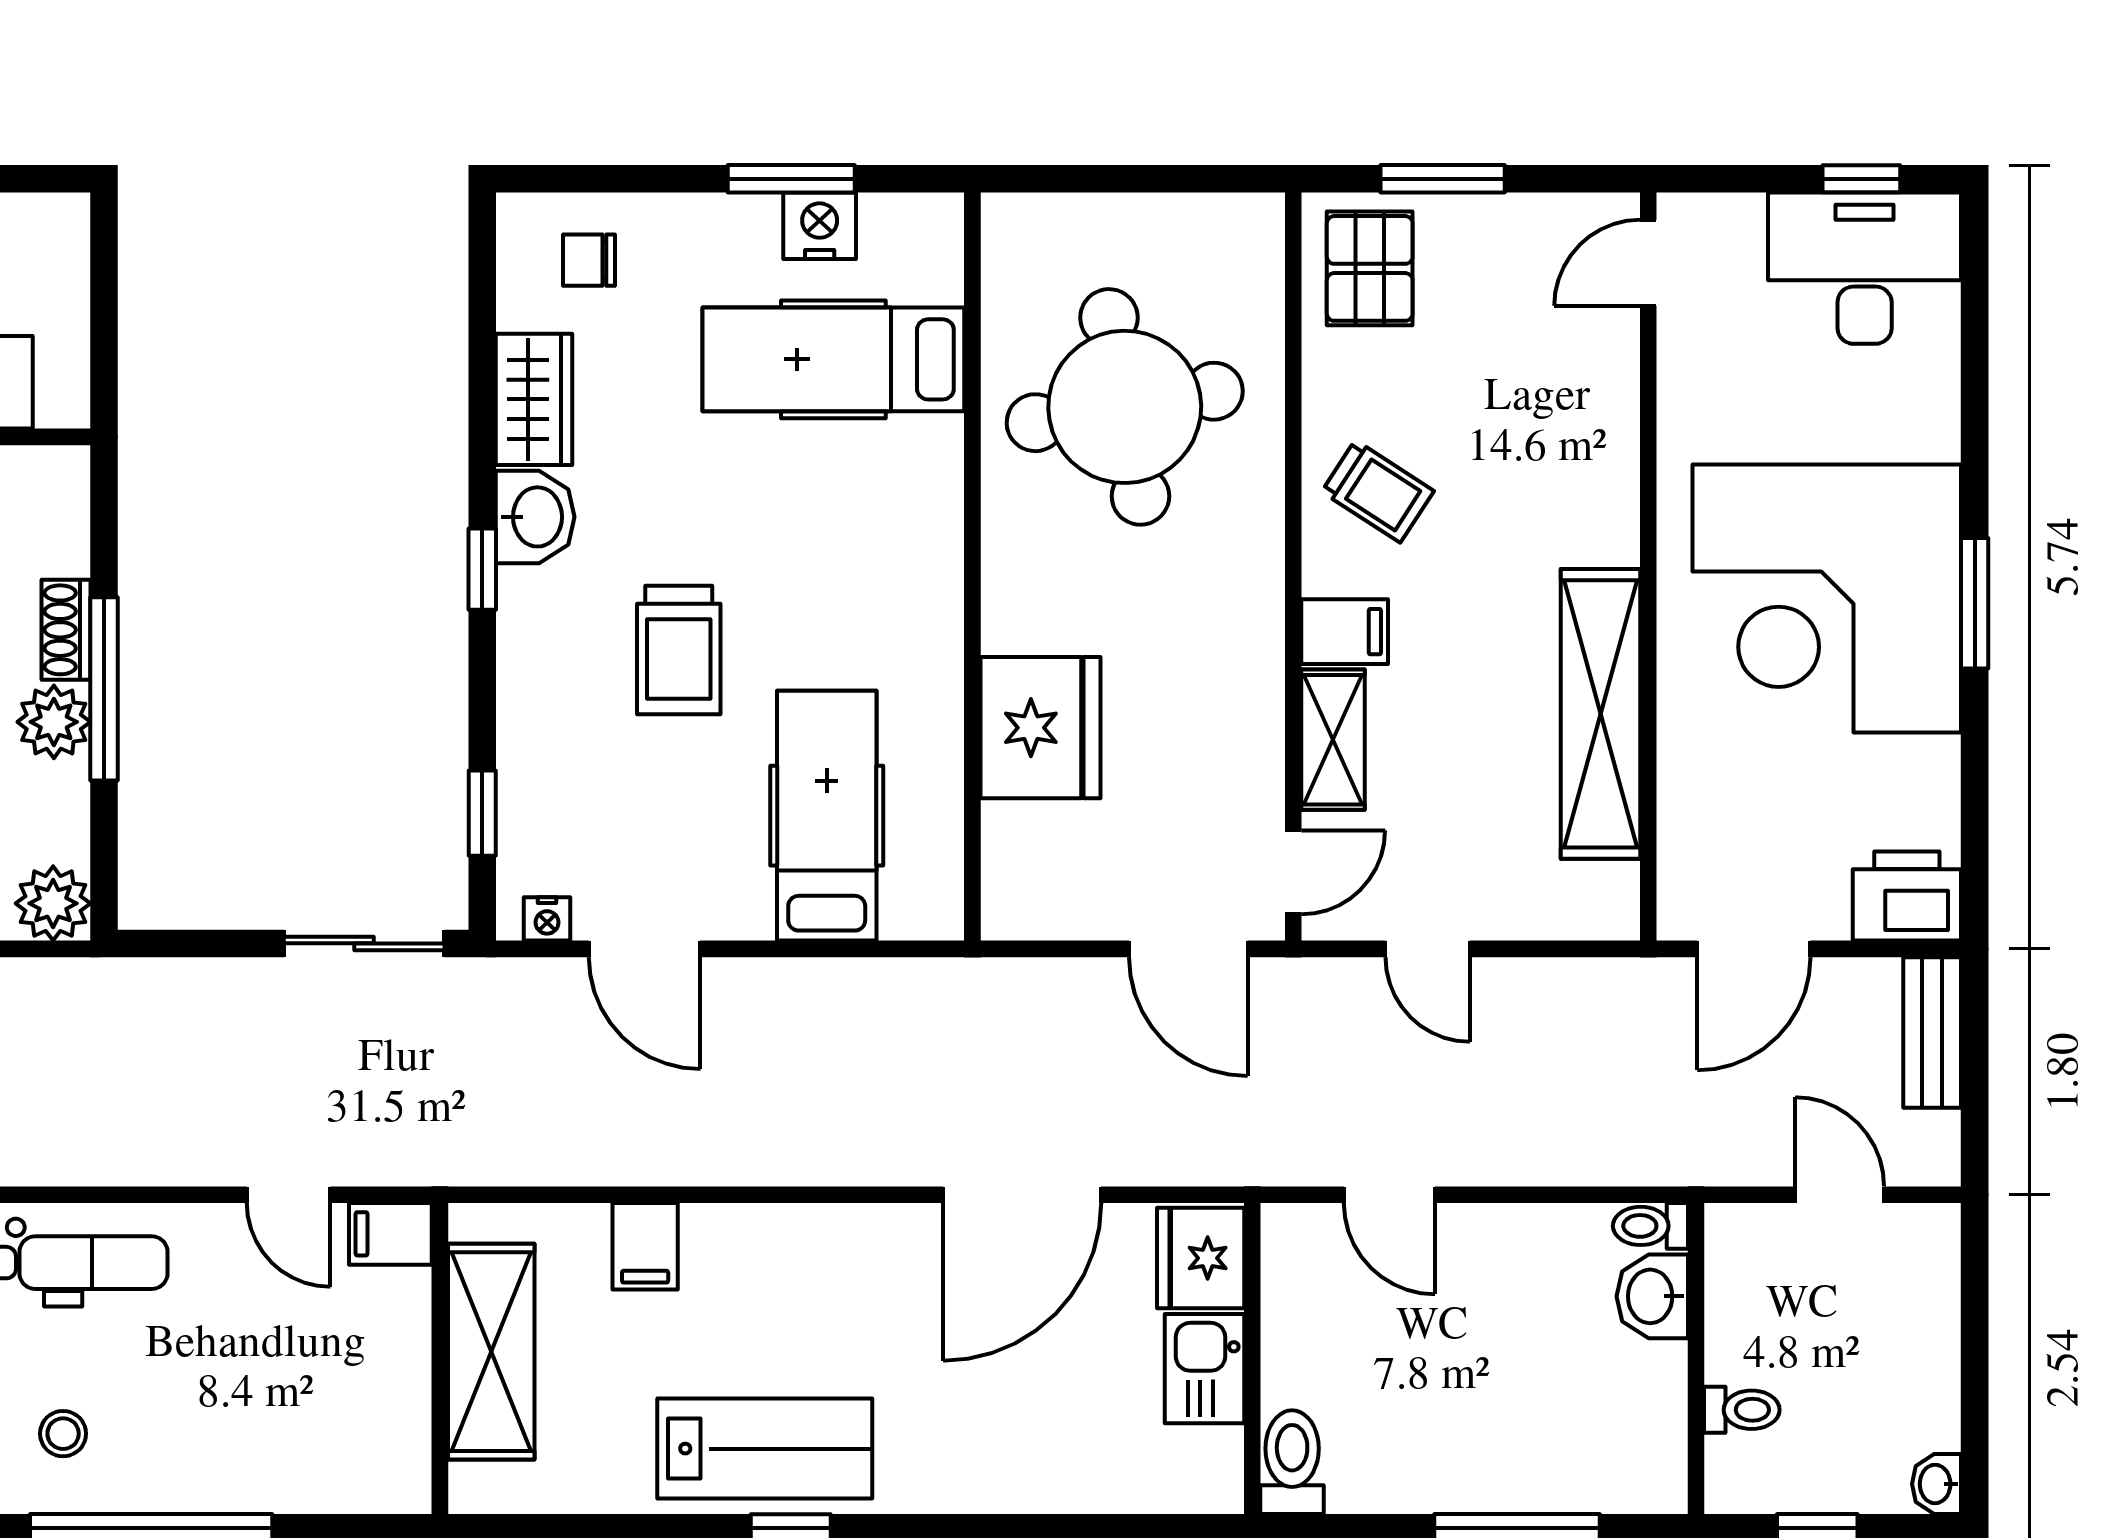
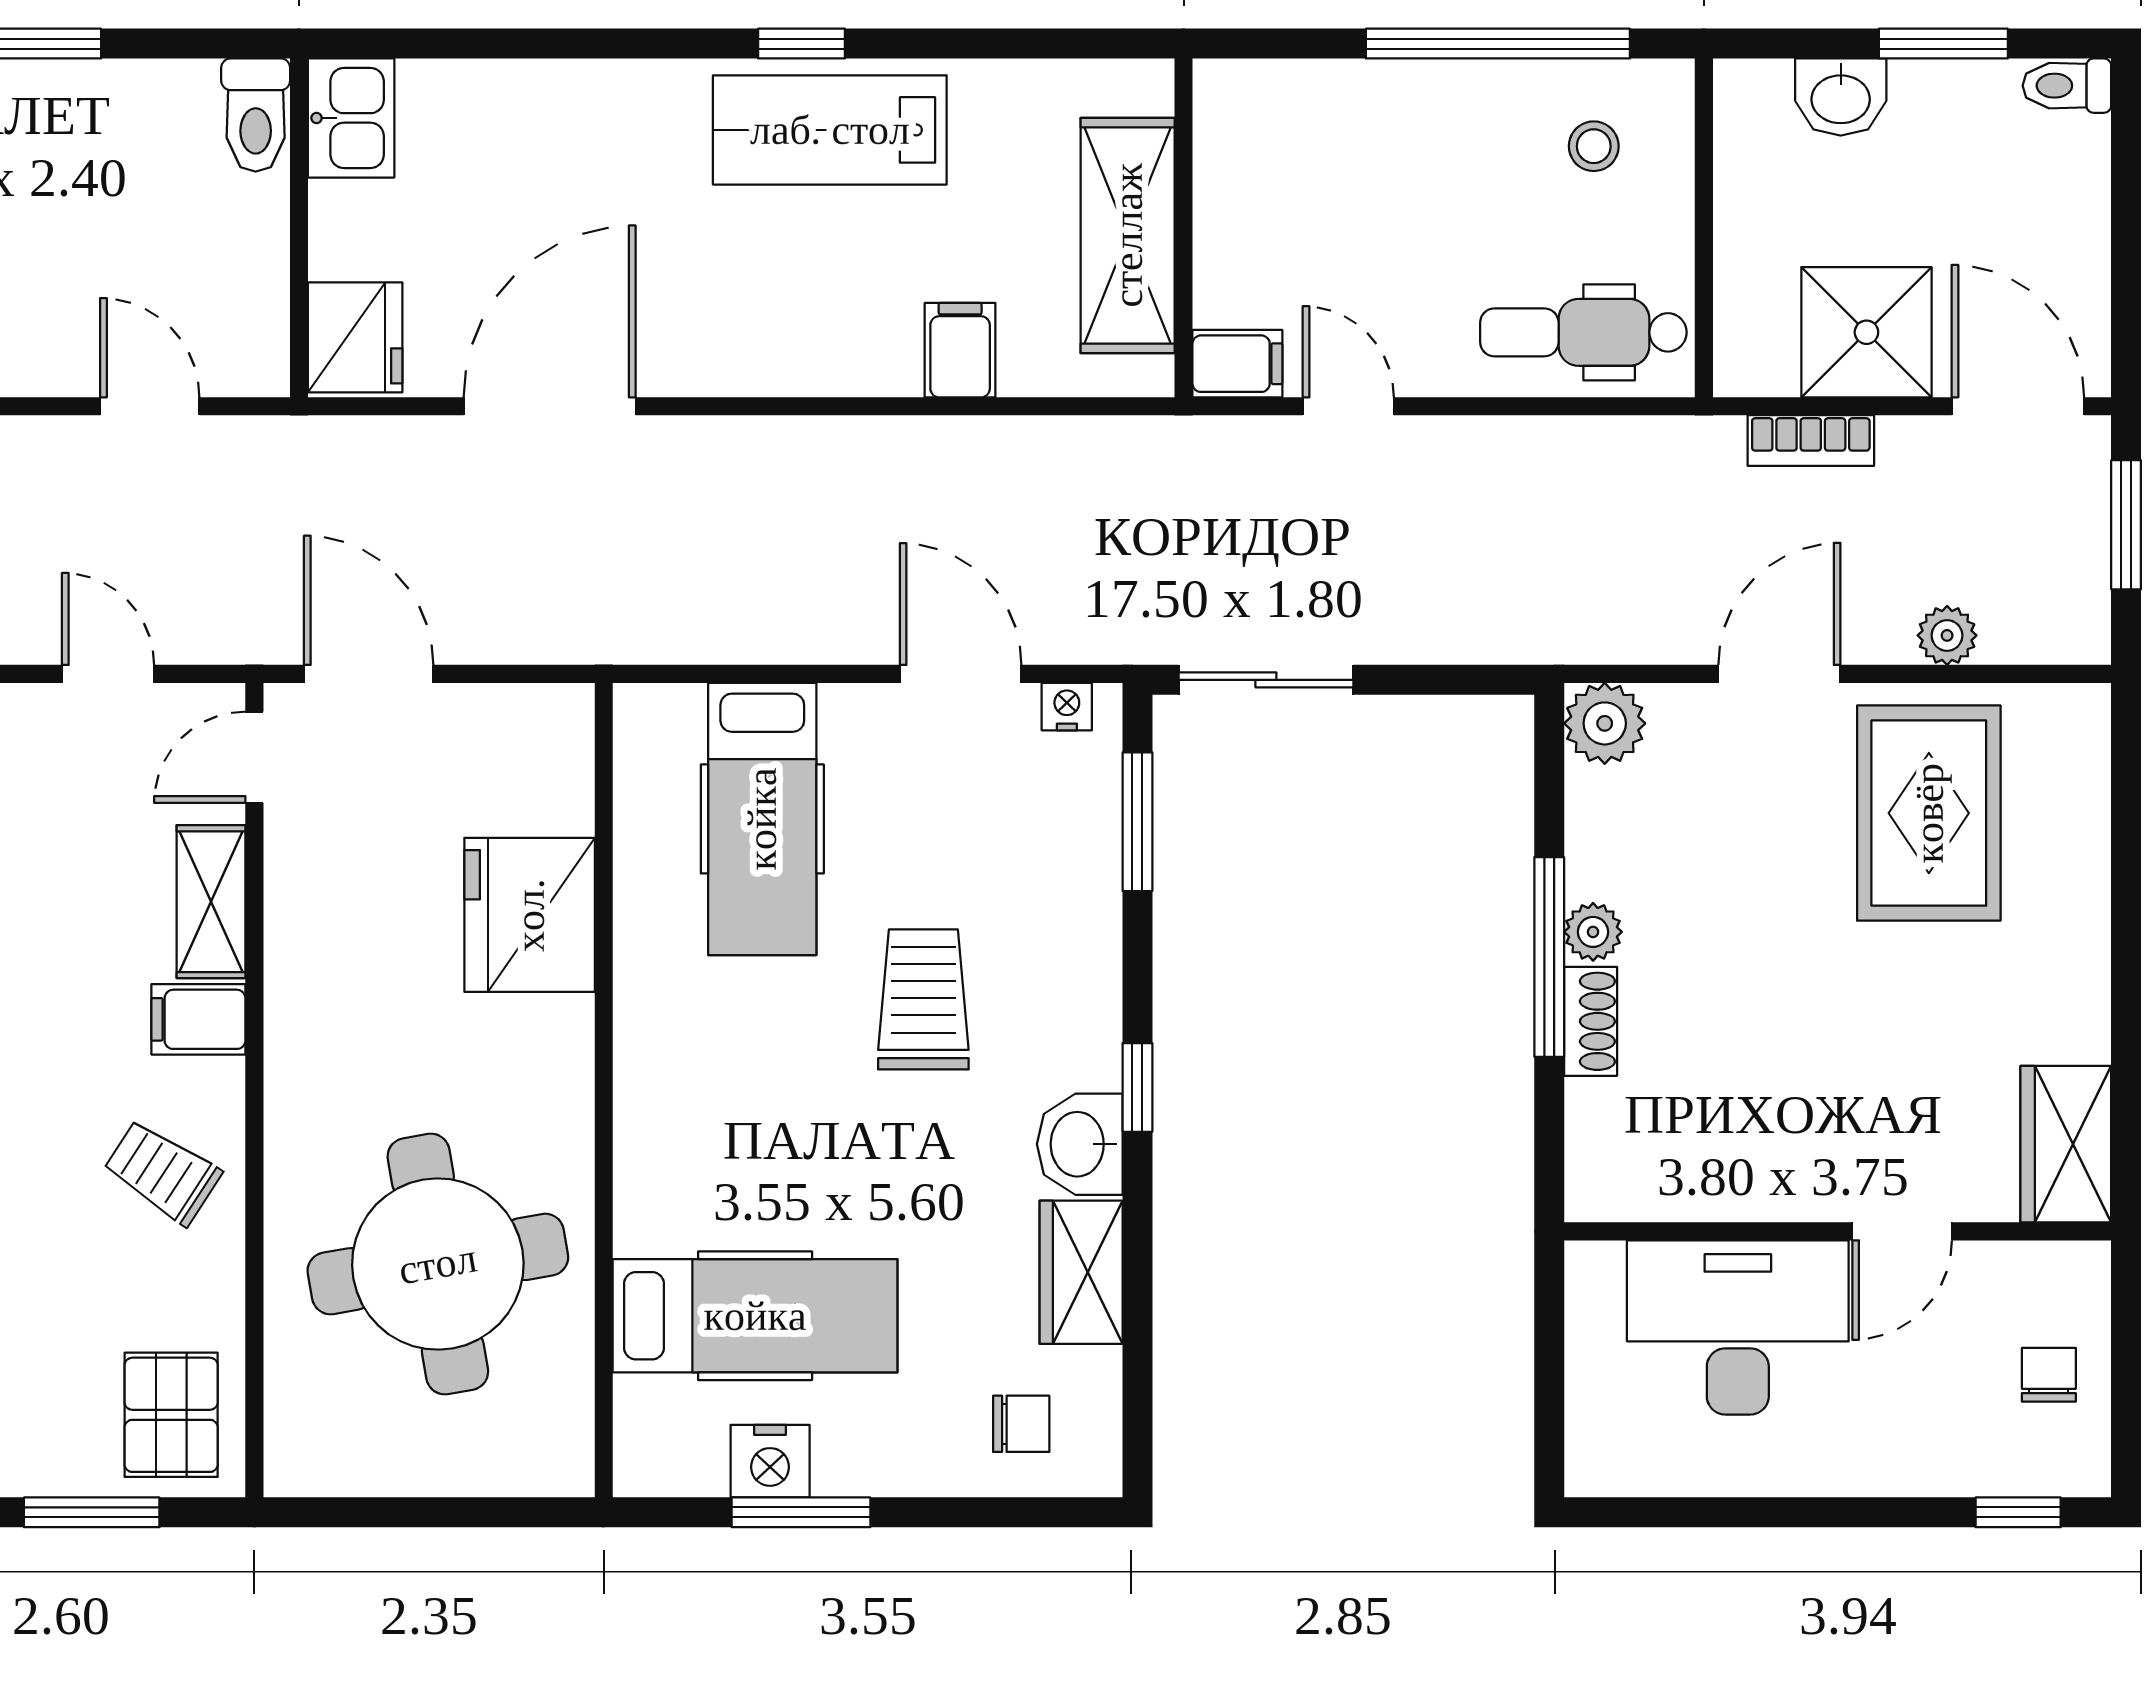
plant: (54, 722) -> (1593, 932), width x0.73, depth x0.73
window: (482, 813) -> (1137, 822), width x1.50
kitchen sink: (1204, 1369) -> (351, 118), moved

